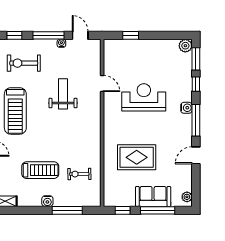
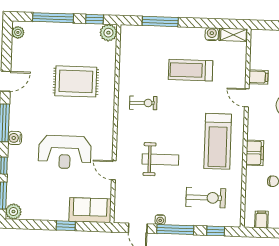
window: (131, 35) -> (66, 226), moved
weight bench: (63, 94) -> (160, 160), turned -90
treadmill: (15, 111) -> (218, 141), turned 180
exercise bike: (79, 174) -> (143, 103), moved
sofa: (153, 196) -> (90, 210), moved, turned 180
plant: (111, 199) -> (108, 33), added
water cooler: (47, 201) -> (212, 34), moved

